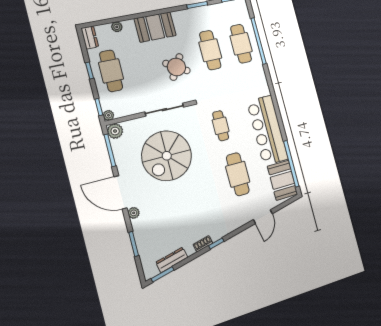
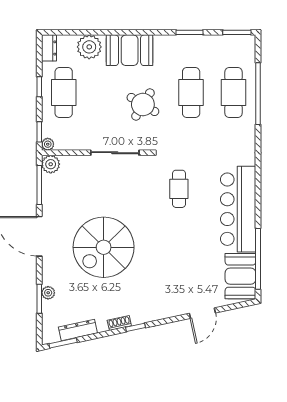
plant: (117, 27) -> (89, 47), width x1.87, depth x1.87
spiral stairs: (167, 156) -> (104, 247), moved
cafe table: (238, 174) -> (185, 253), removed
plant: (134, 213) -> (48, 293), moved

